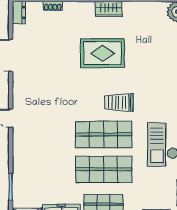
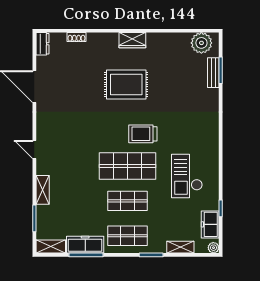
shelving: (19, 158) -> (43, 190), added
shop shelf: (104, 169) -> (127, 201), width x0.70, depth x0.74

